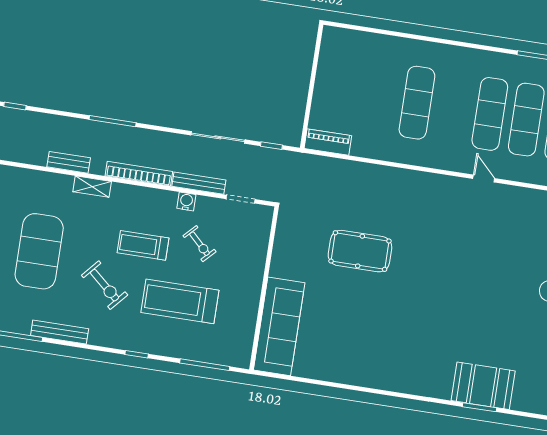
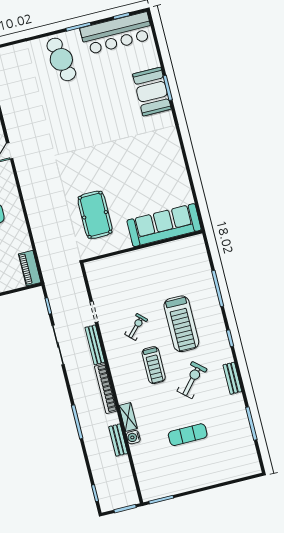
water cooler: (186, 201) -> (133, 437), moved
exercise mat: (39, 251) -> (188, 435), width x0.50, depth x0.69
wall: (264, 288) -> (142, 246), moved
sofa: (279, 326) -> (164, 225), moved
bench: (60, 332) -> (232, 378), moved, width x0.73

